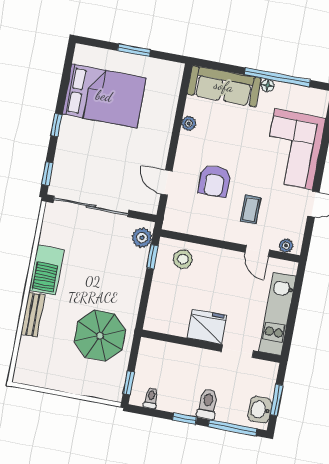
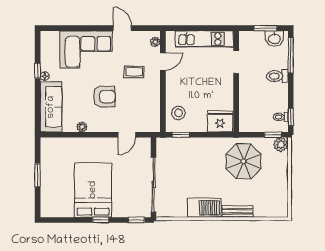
window: (277, 77) -> (38, 71), width x0.32
bed: (104, 96) -> (93, 190), moved
armchair: (215, 181) -> (104, 97), moved
plant: (142, 238) -> (281, 145), moved
fridge: (207, 327) -> (220, 121), moved, turned 90
window: (185, 419) -> (291, 117), moved

